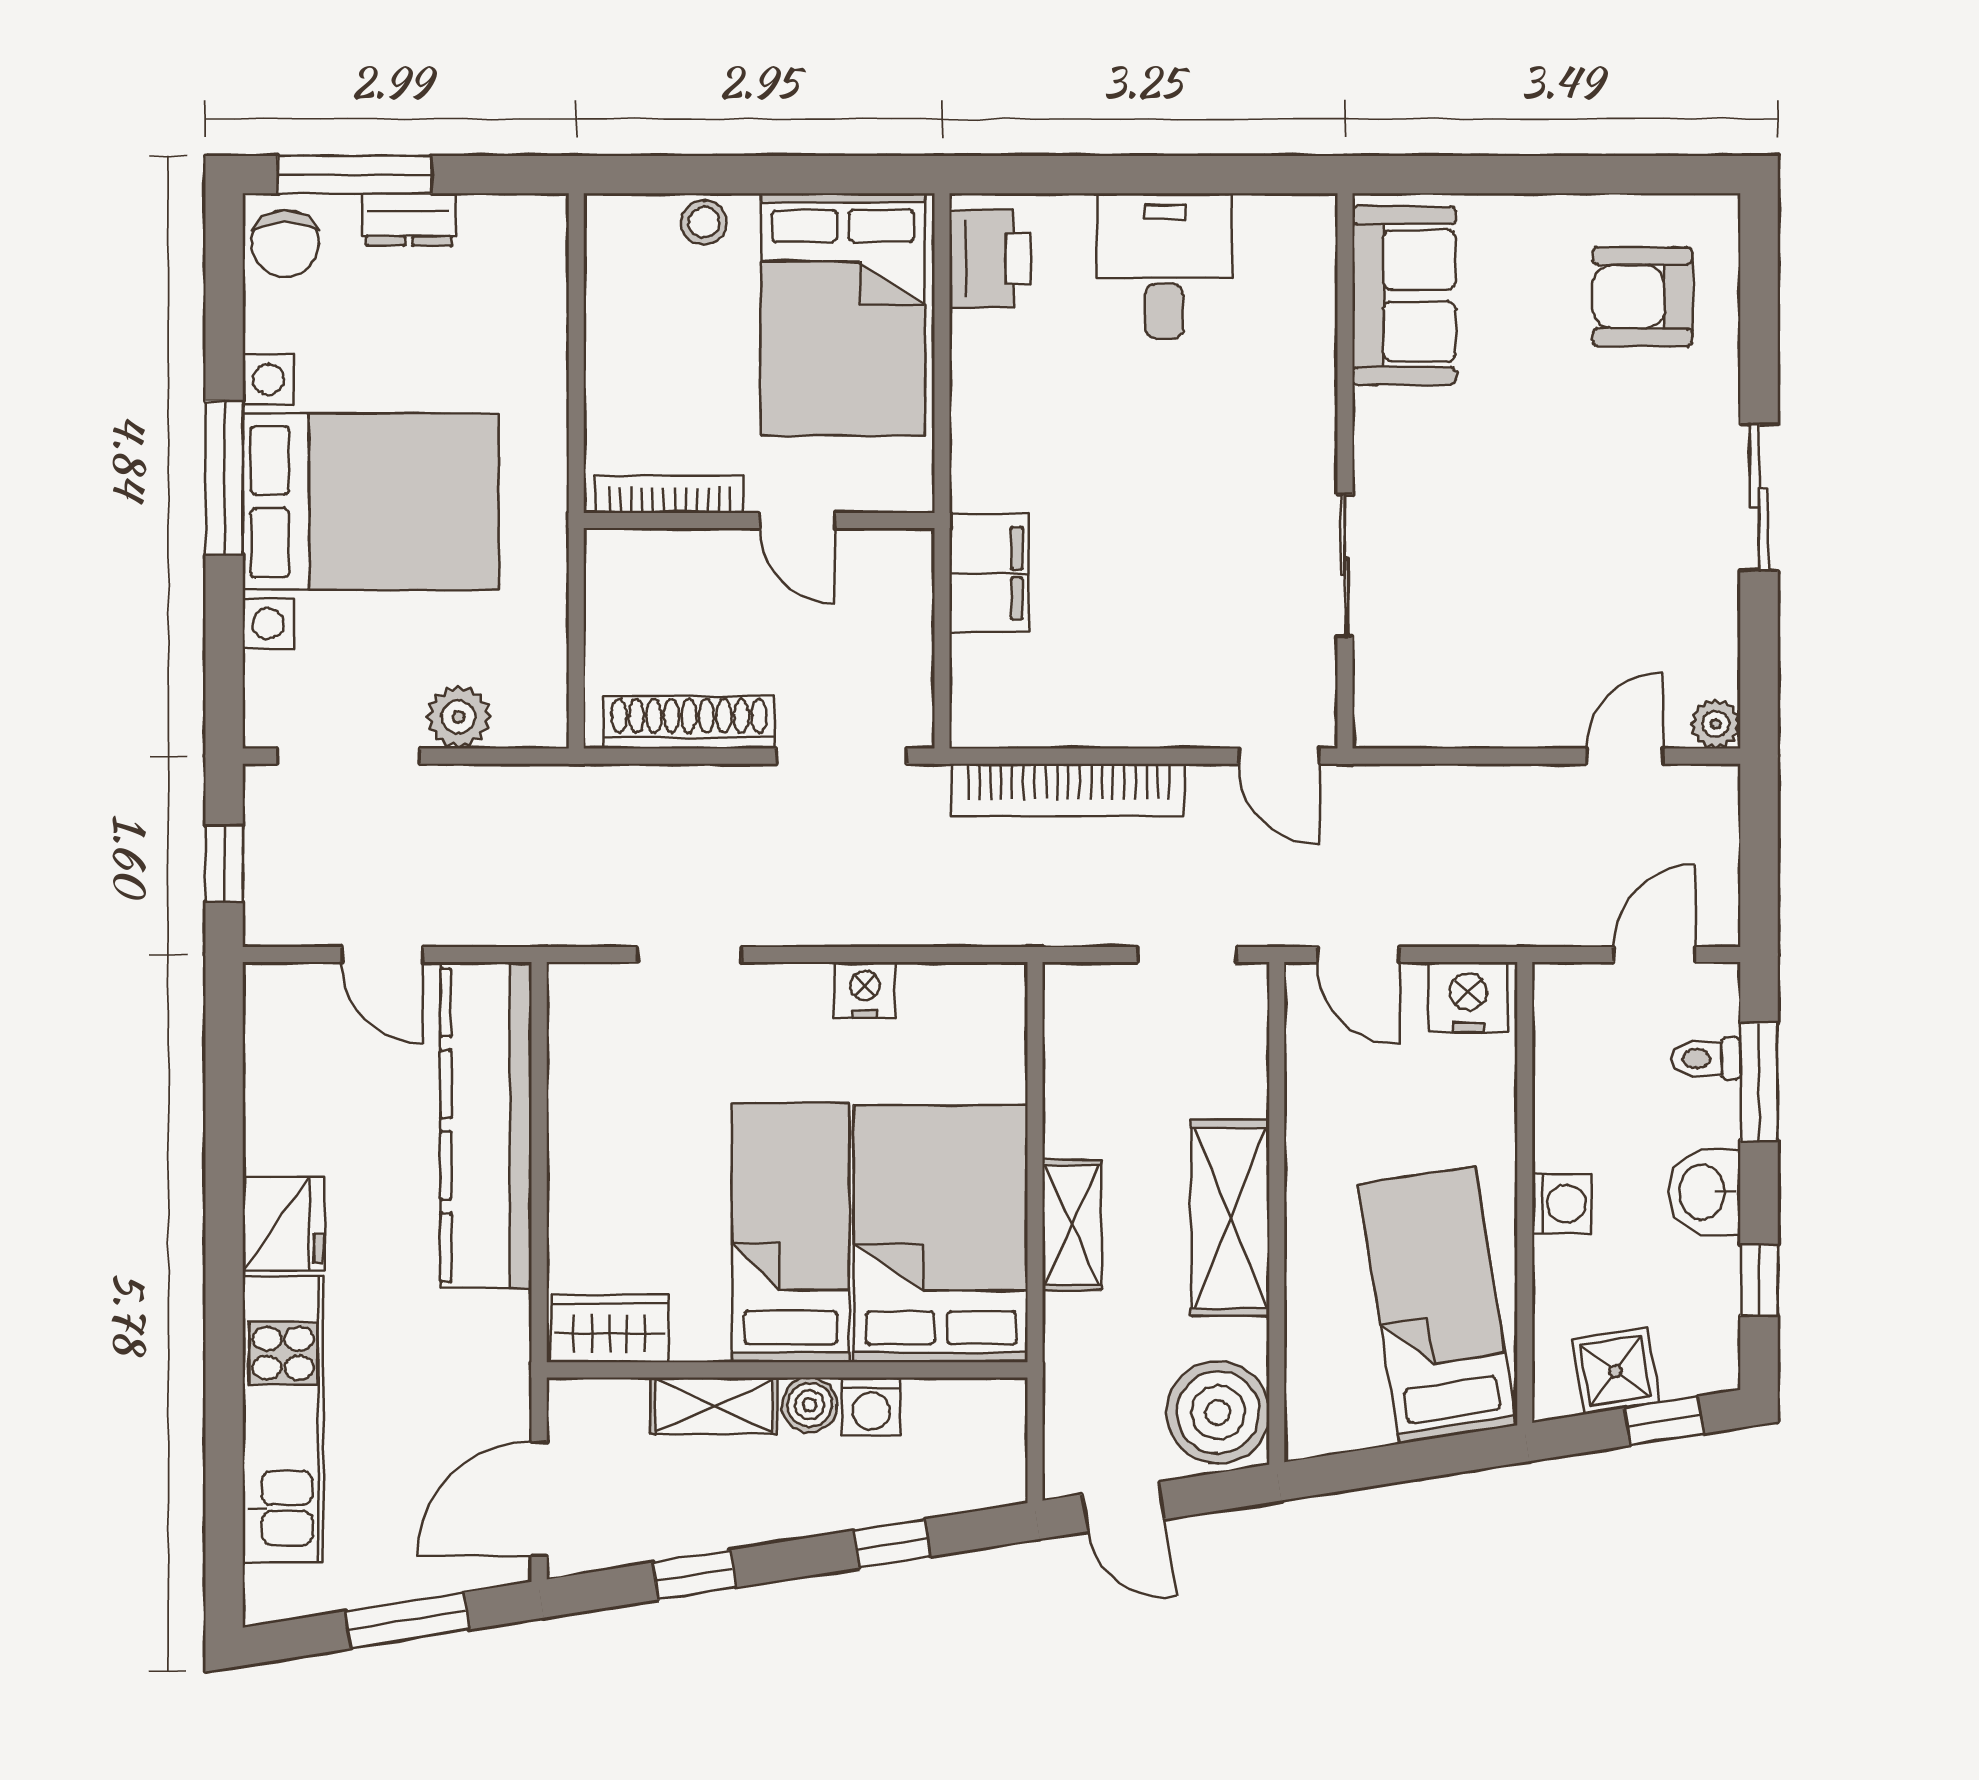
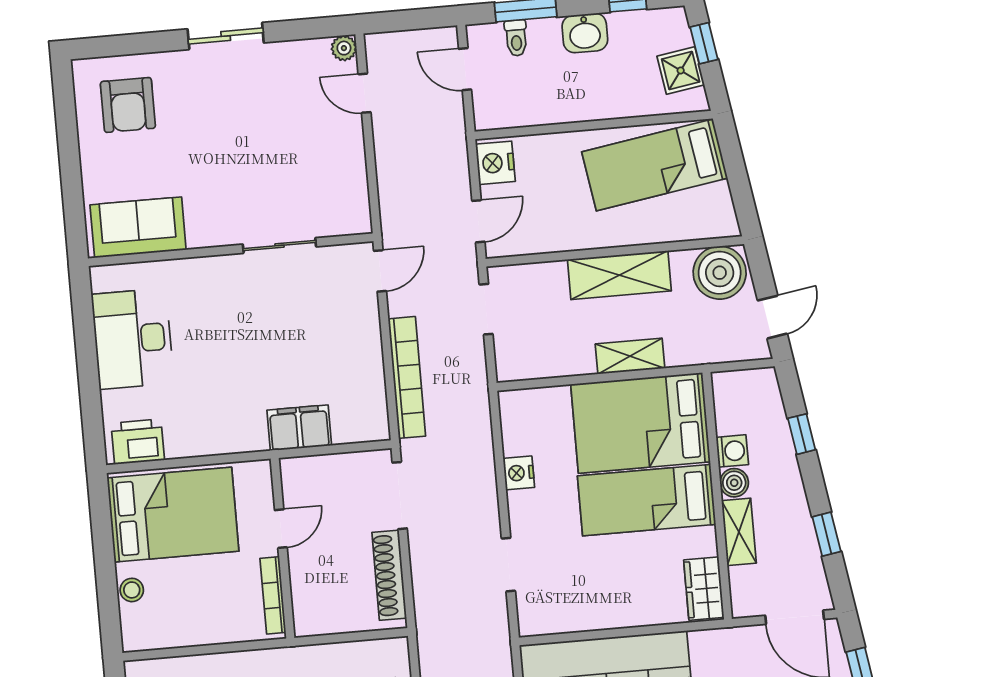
desk: (1164, 266) -> (133, 339), width x1.37
washing machine: (1562, 1204) -> (597, 105), removed

